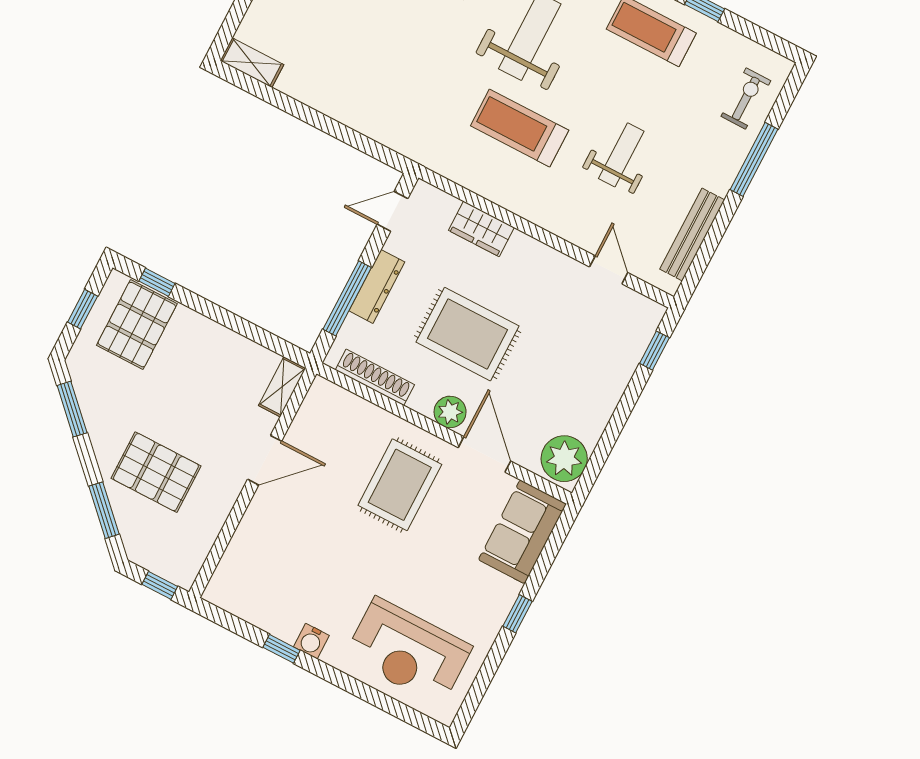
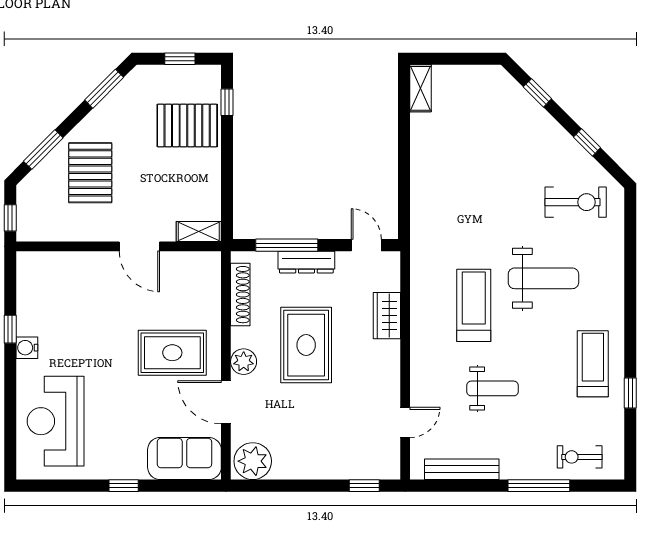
exercise bike: (746, 99) -> (580, 457), turned 180
pallet: (137, 325) -> (187, 126), moved
door: (484, 454) -> (226, 402), swing flipped

